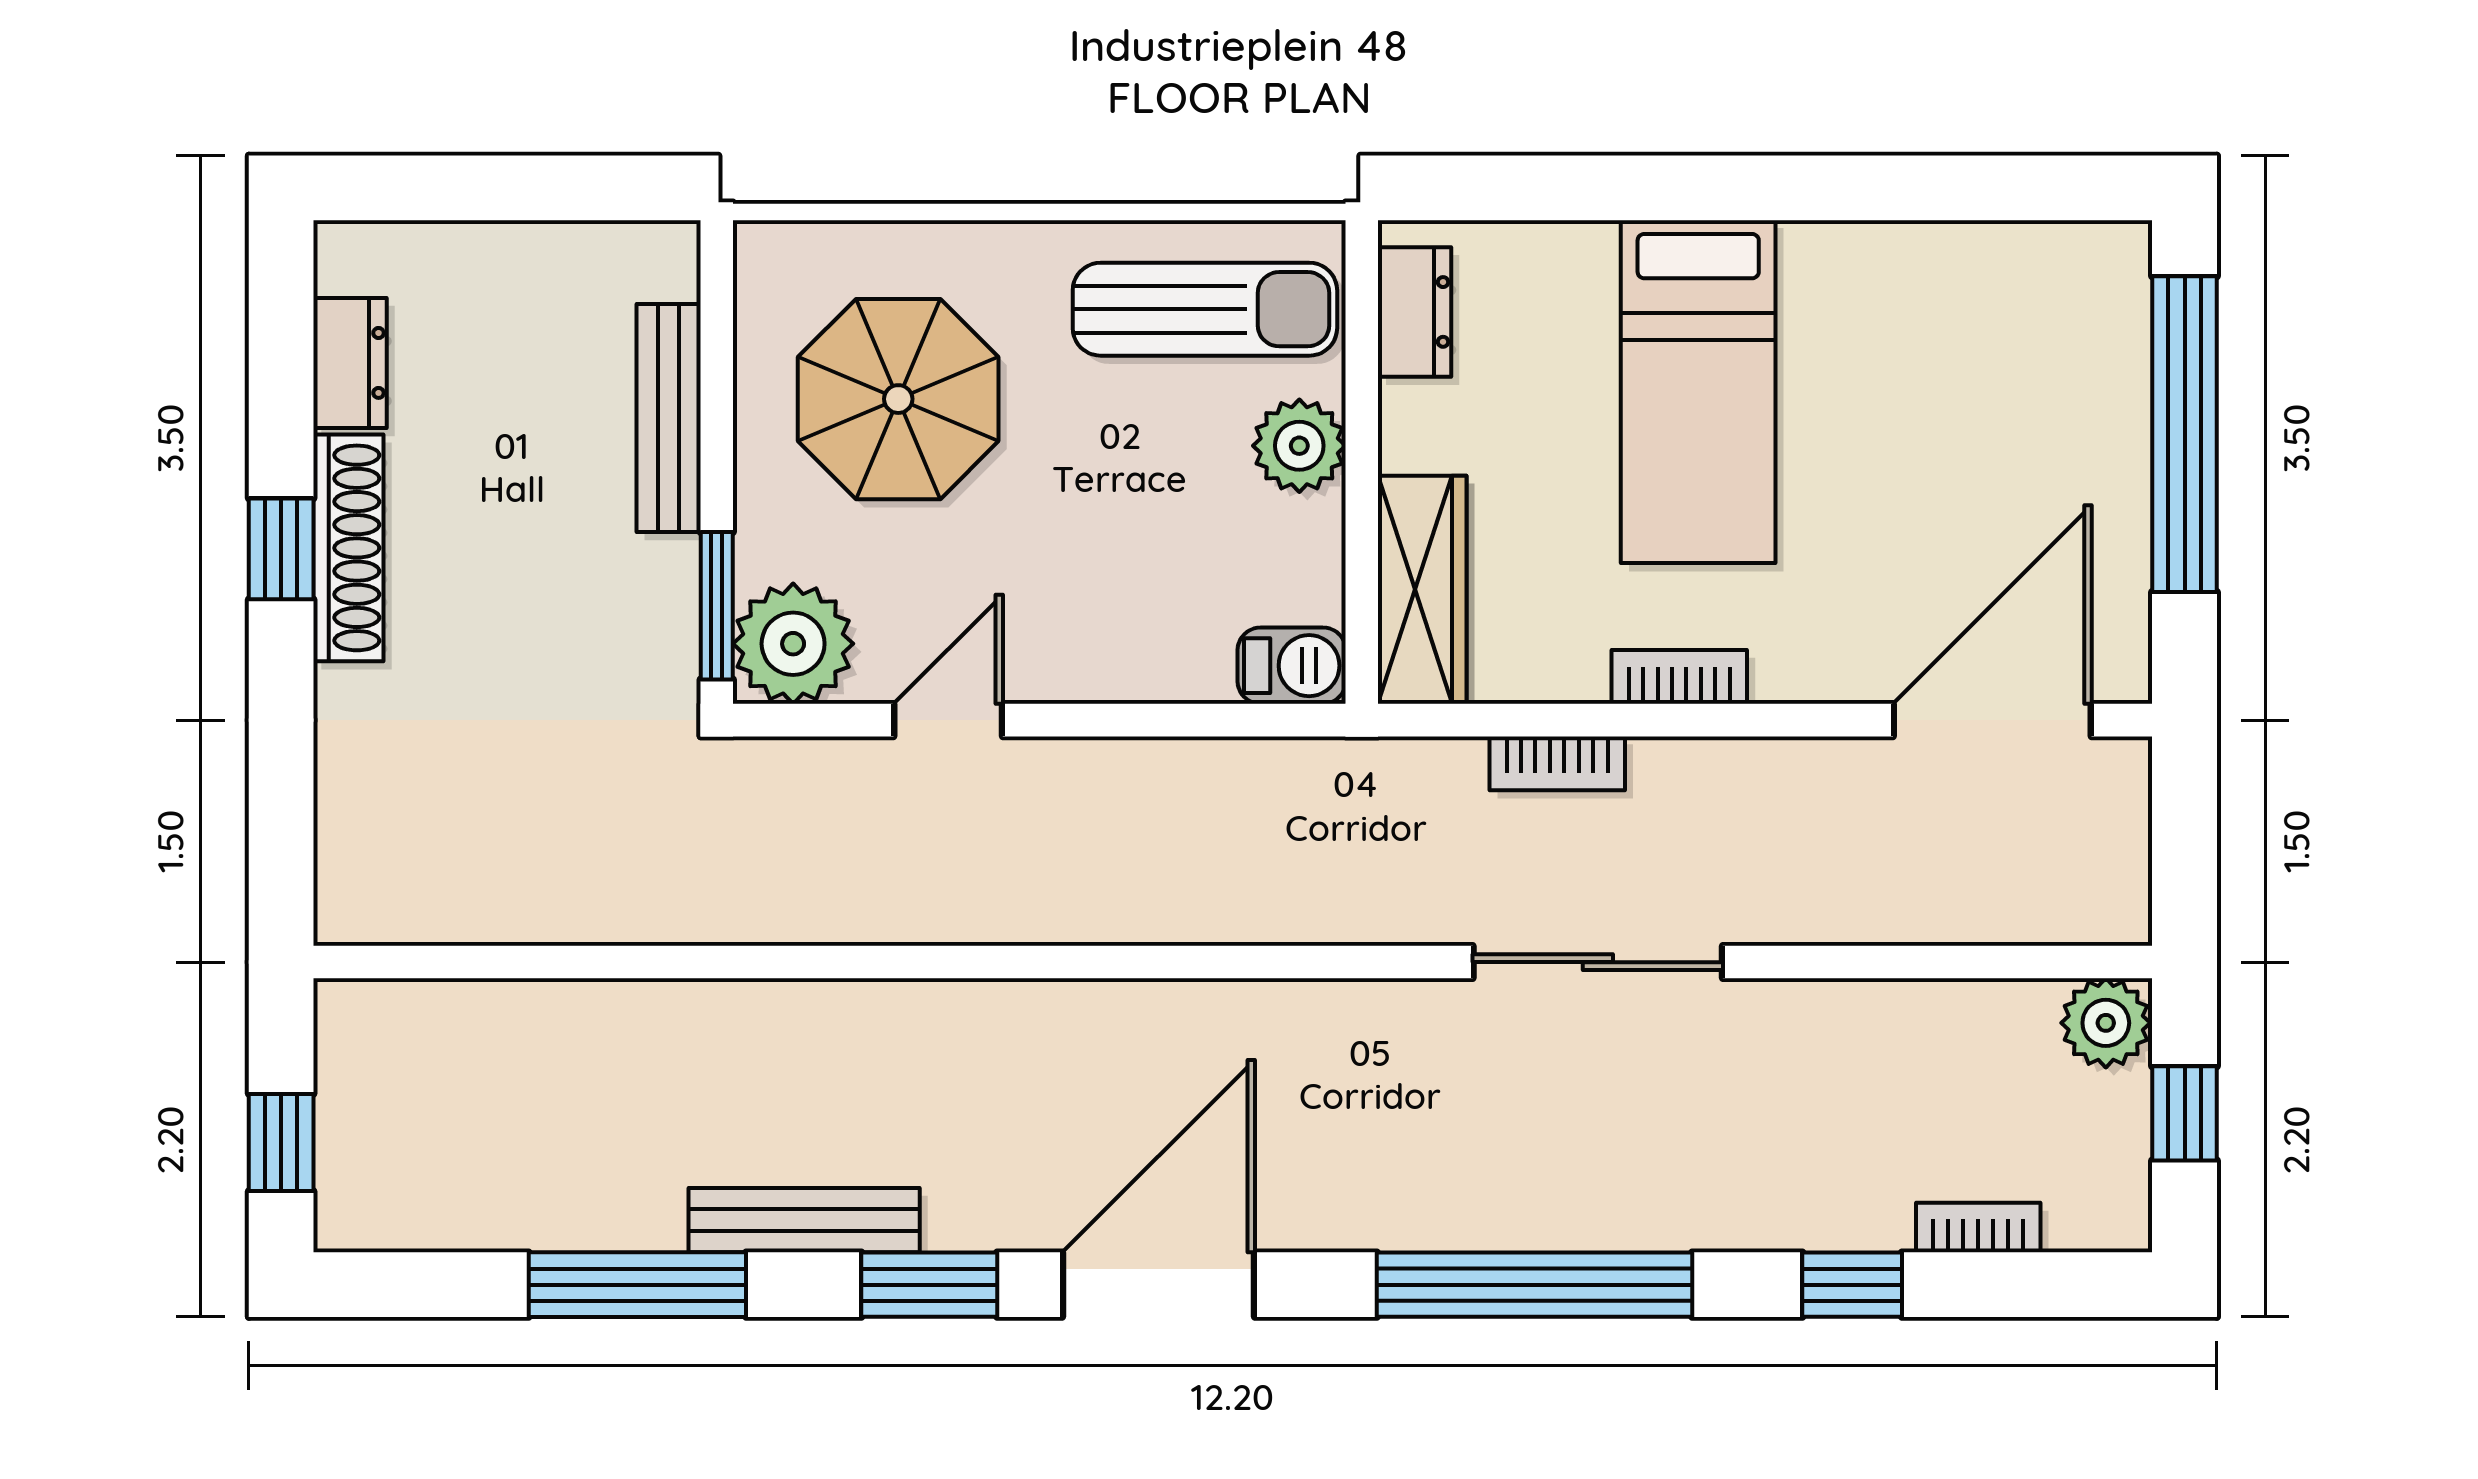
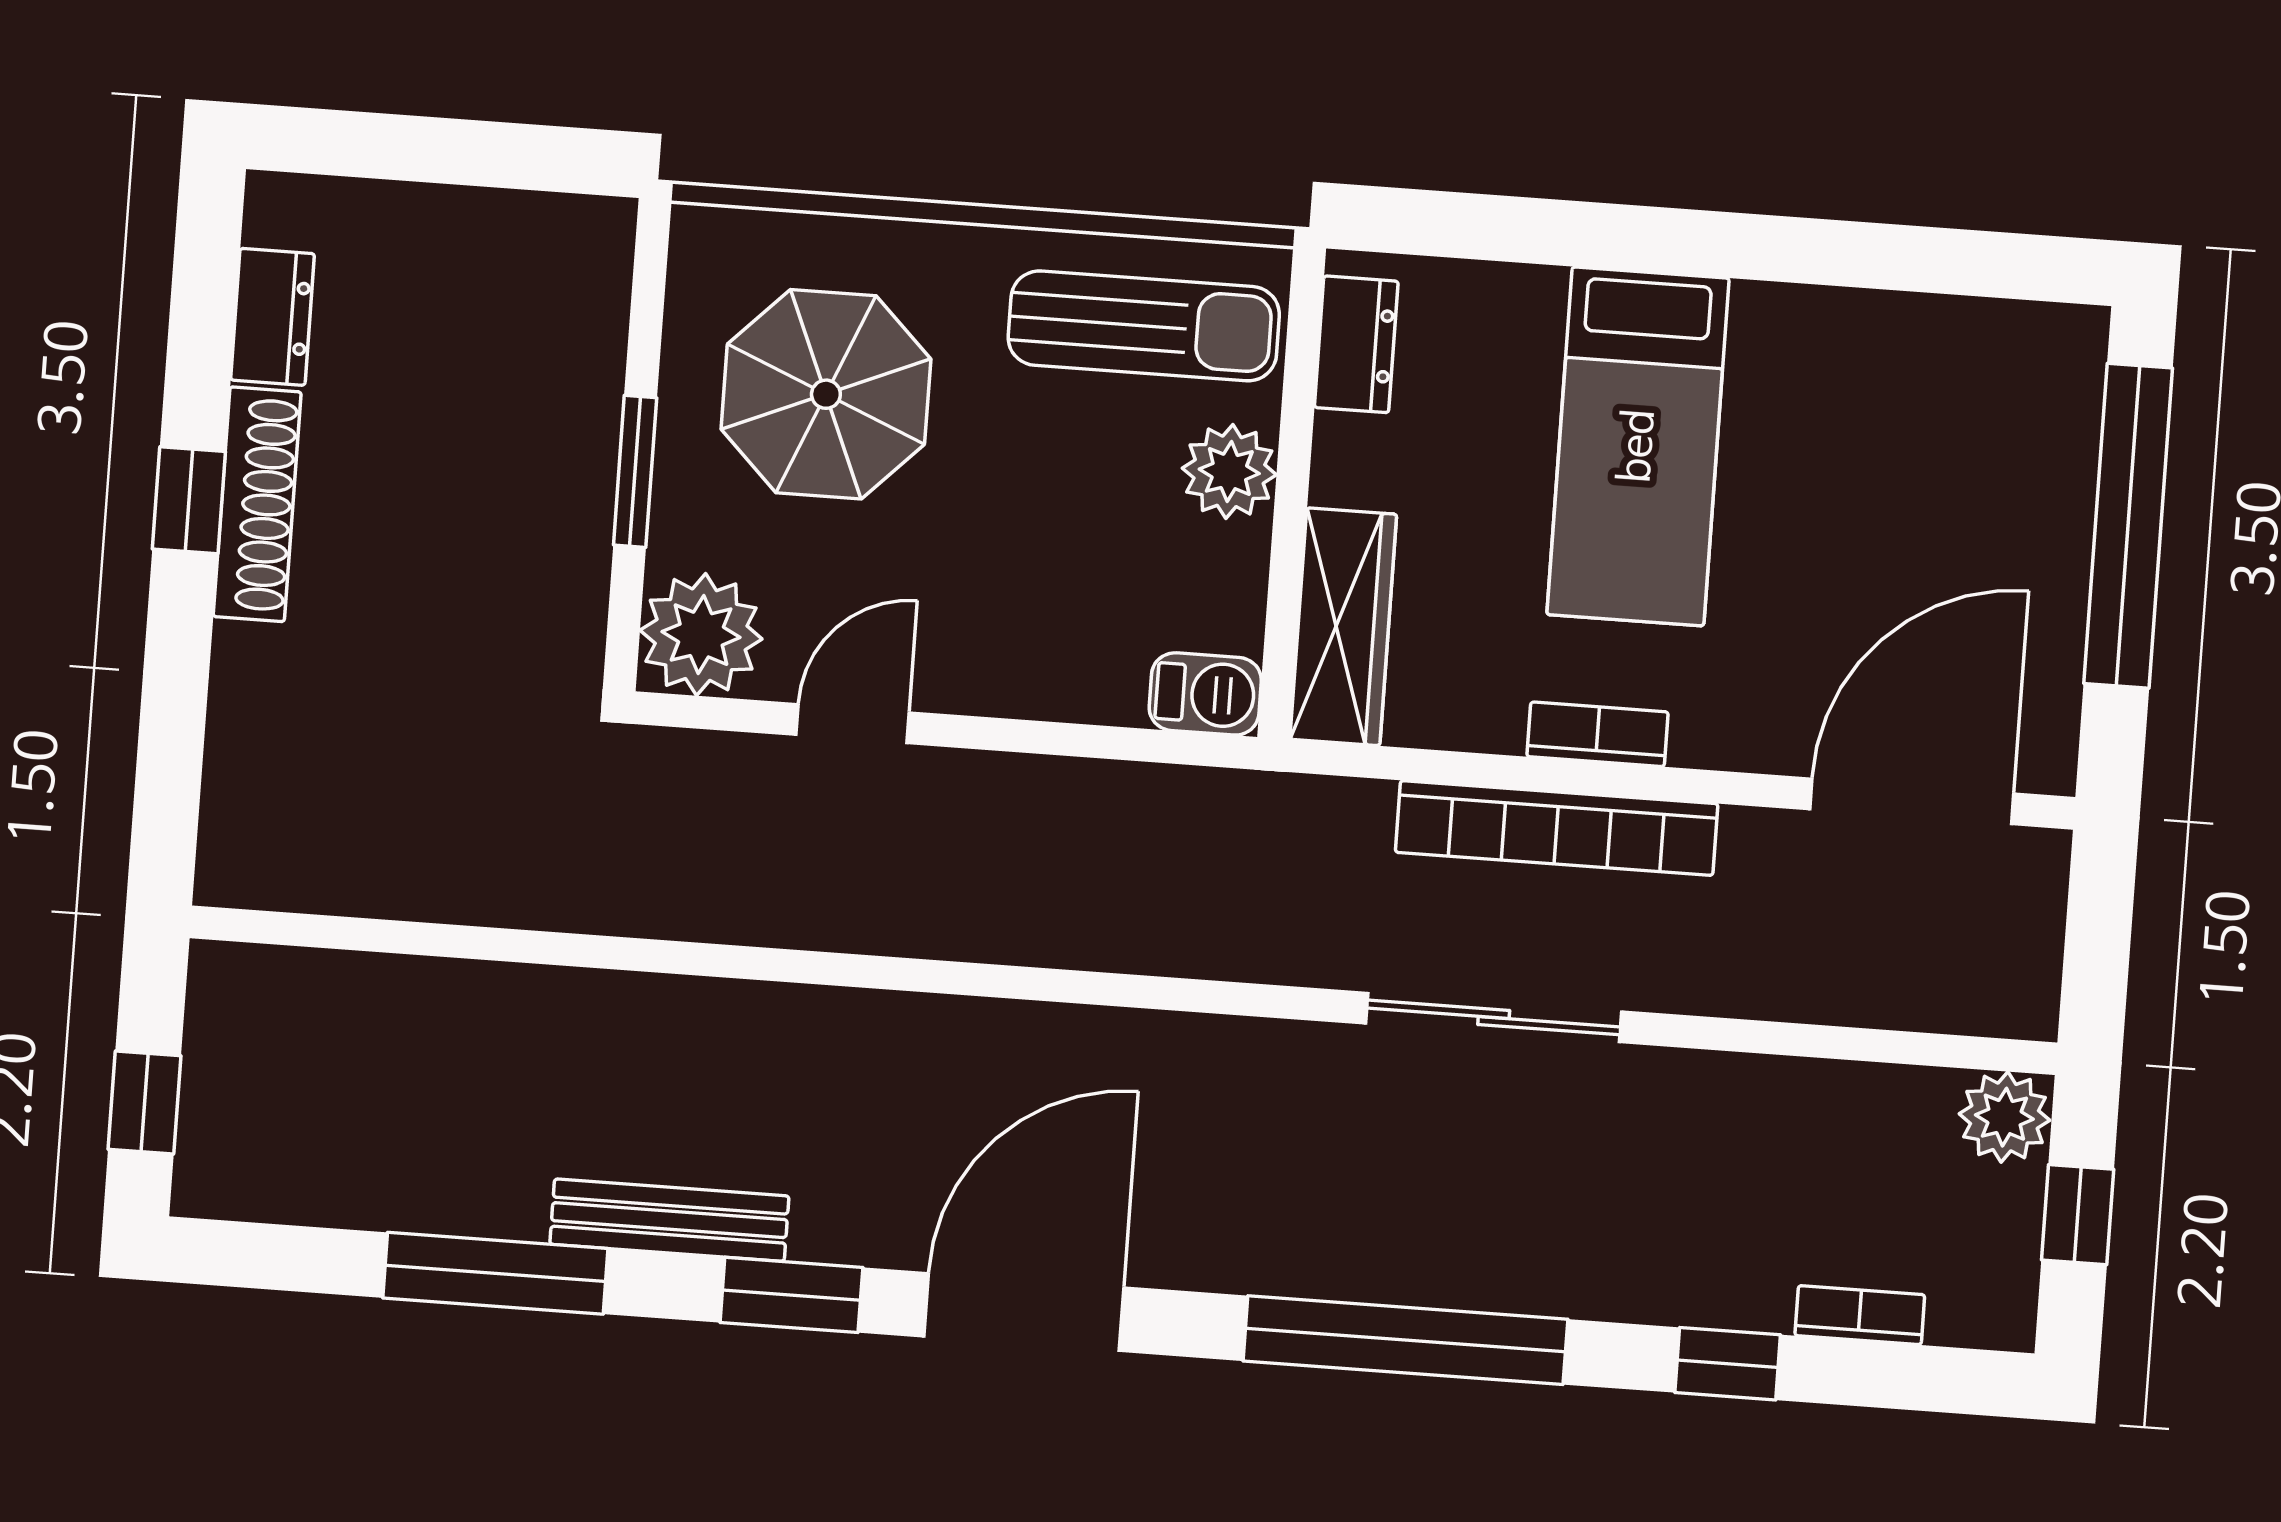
bench: (669, 418) -> (592, 396), removed
window: (717, 606) -> (635, 471), moved
bookcase: (1557, 763) -> (1557, 828), width x2.31, depth x1.31

